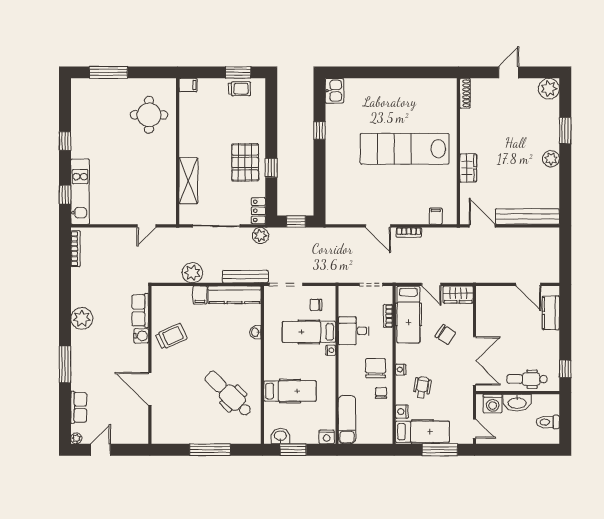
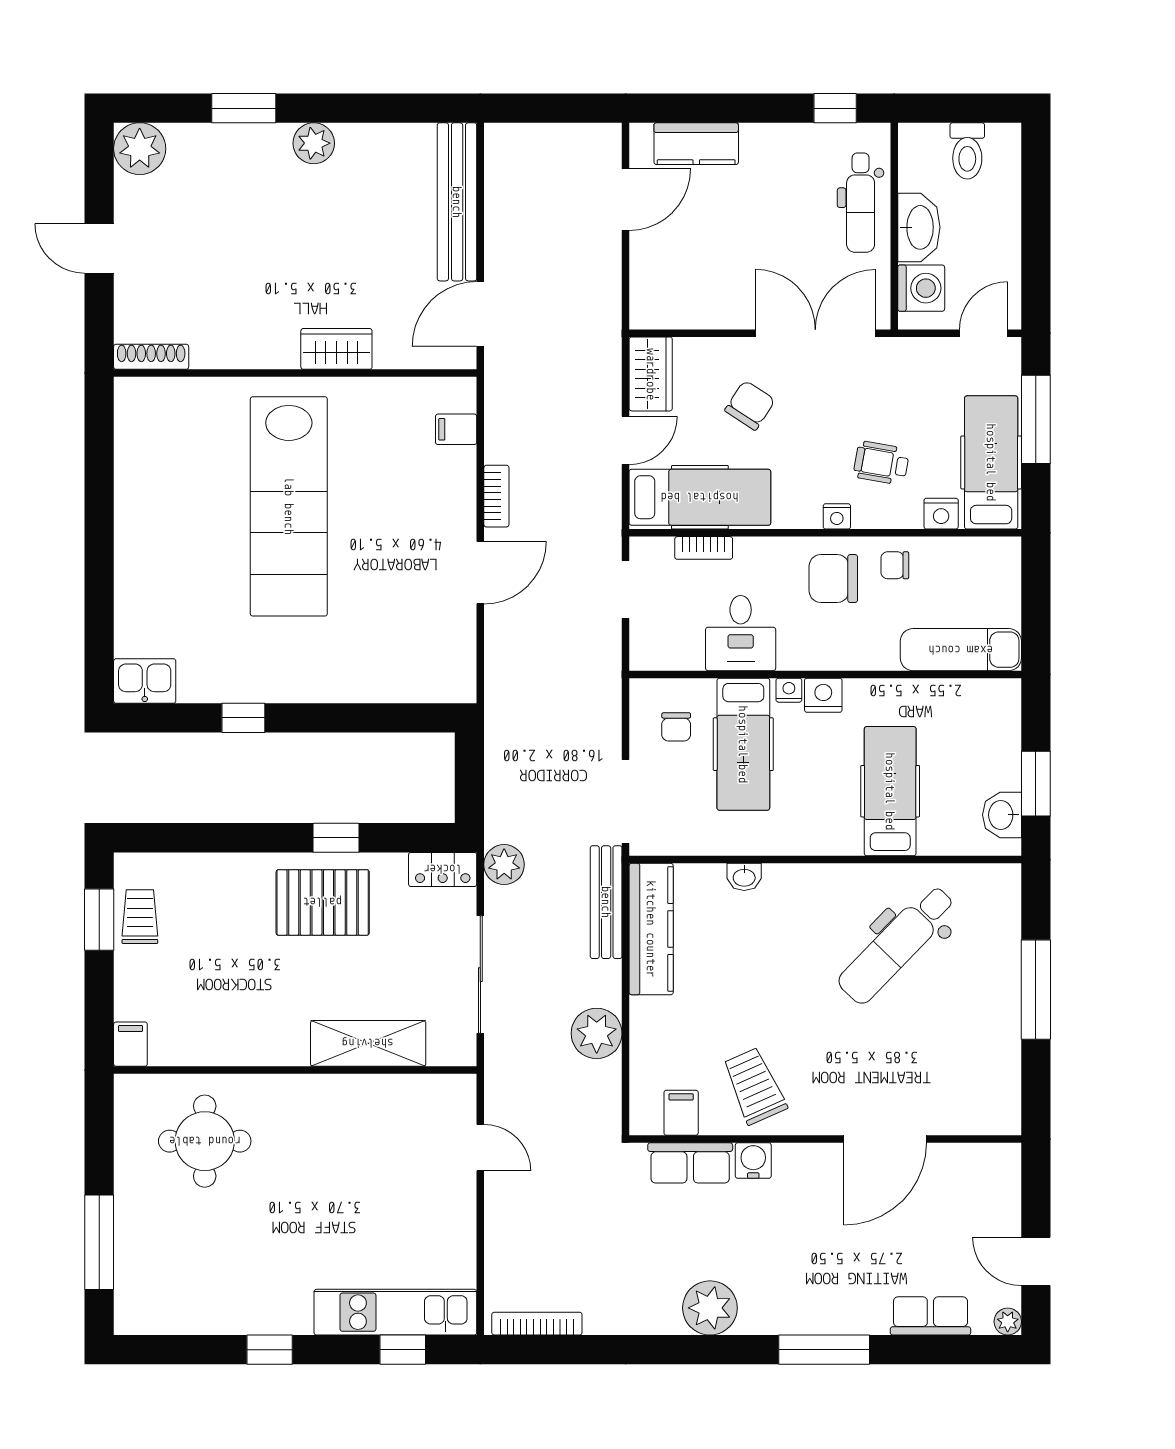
window: (296, 222) -> (469, 776), removed
filing cabinet: (200, 295) -> (681, 1113), moved, turned -90
nightstand: (327, 437) -> (823, 695), moved, turned -90

